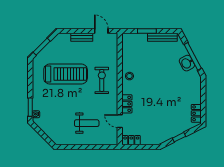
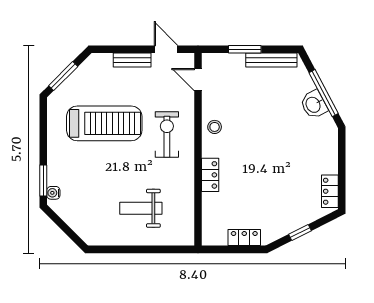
door: (120, 121) -> (198, 80), moved
weight bench: (87, 123) -> (141, 208), turned 180
locker: (131, 140) -> (244, 238), moved

